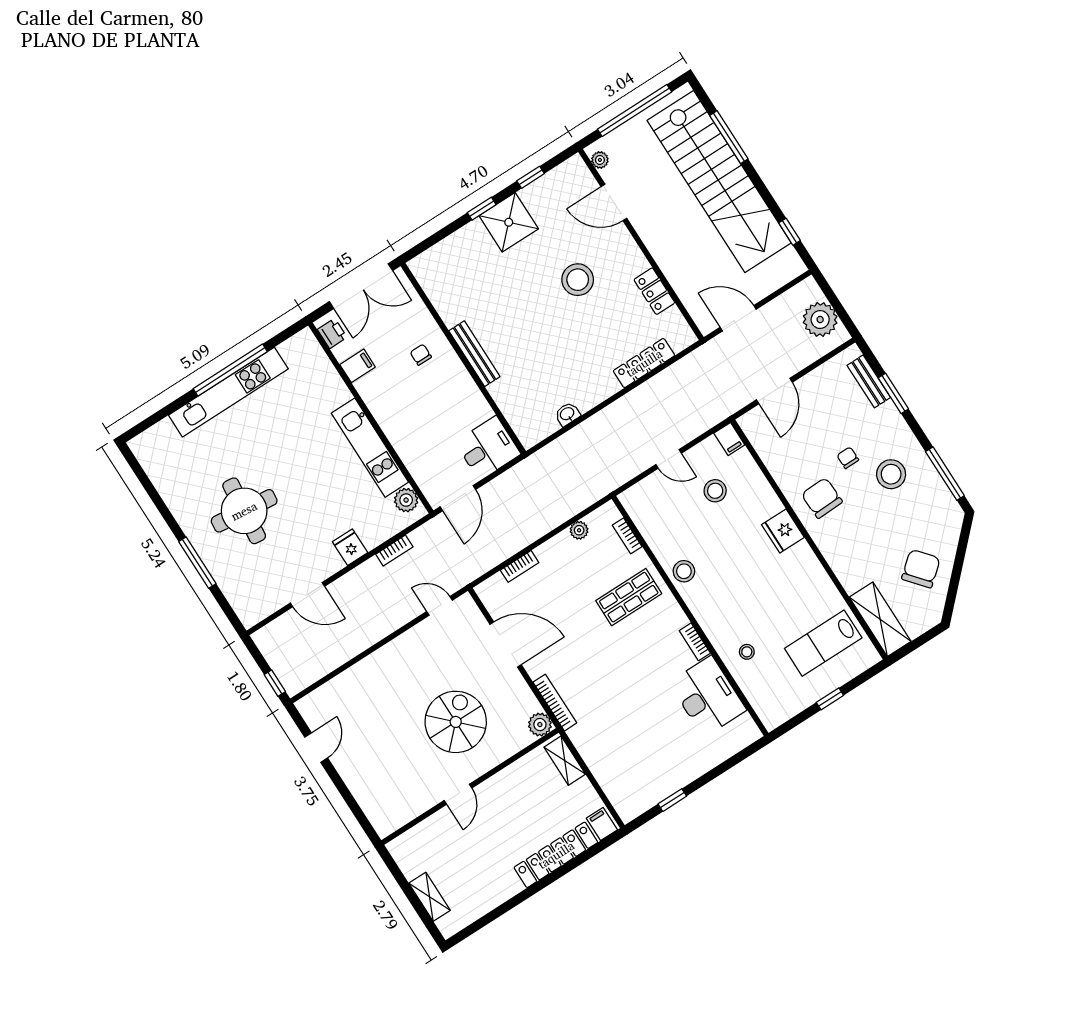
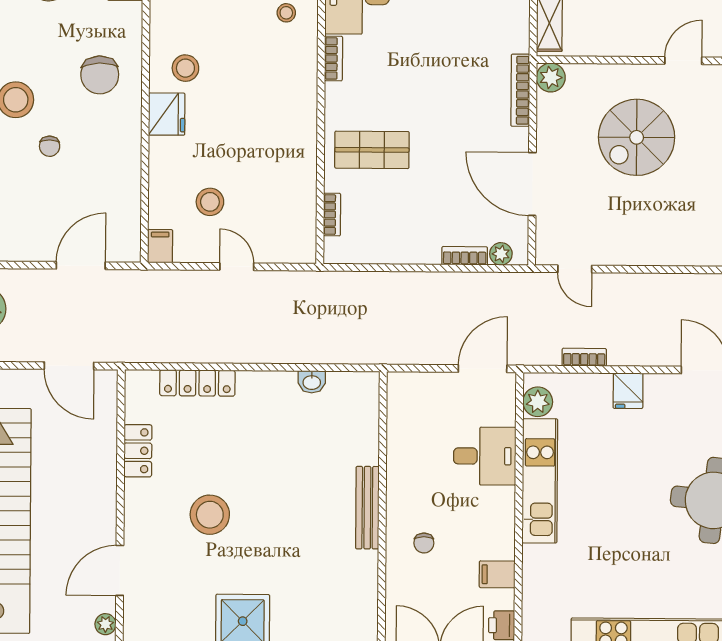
door: (614, 202) -> (120, 570), swing flipped
desk: (488, 448) -> (485, 456), moved, turned 180
chair: (822, 498) -> (100, 75), moved
plant: (579, 530) -> (501, 254), moved
stool: (684, 571) -> (185, 68), moved

